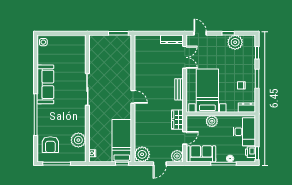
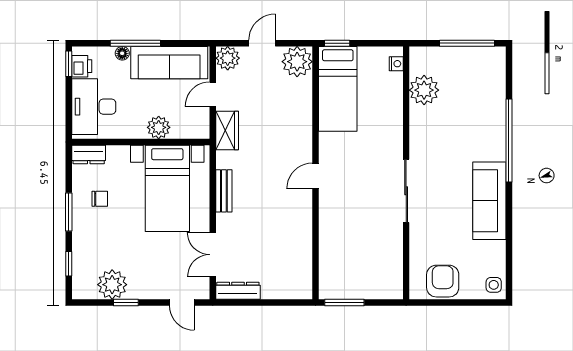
door: (133, 97) -> (316, 176), hinge flipped
armchair: (50, 145) -> (443, 281), moved
sofa: (201, 154) -> (169, 63), width x1.36

